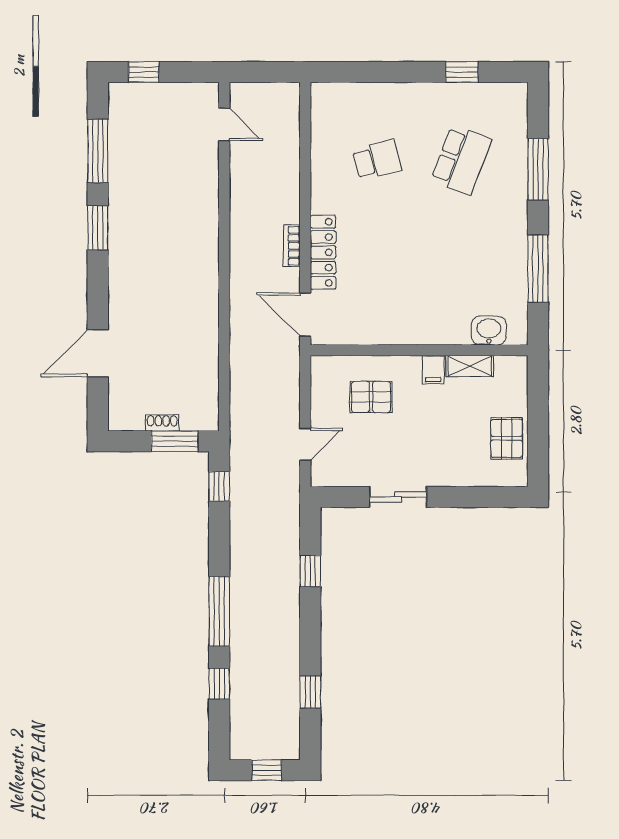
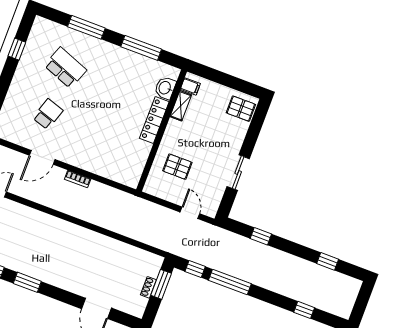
school desk: (377, 160) -> (48, 114), turned 33
locker: (323, 252) -> (154, 120), moved, turned -90
door: (305, 315) -> (42, 157), moved
filing cabinet: (433, 370) -> (190, 86), moved
pallet: (371, 397) -> (177, 167), turned 90
pallet: (507, 438) -> (241, 109), moved
window: (219, 611) -> (230, 282), moved
window: (267, 770) -> (362, 302), removed

